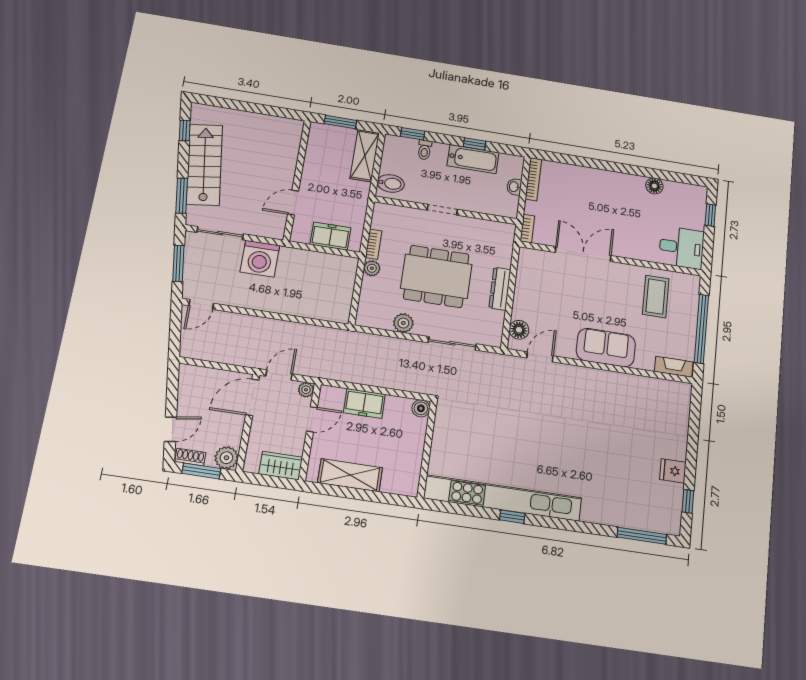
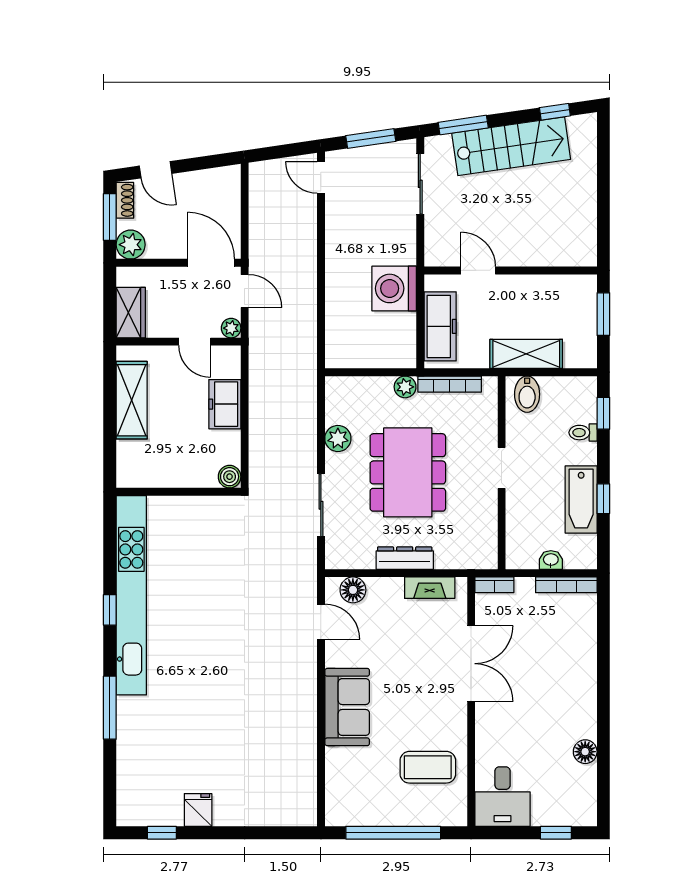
shelving: (365, 156) -> (526, 354), moved
freezer: (330, 236) -> (440, 326), width x1.40
bookcase: (373, 244) -> (450, 384), width x1.56
washing machine: (260, 259) -> (394, 288), moved
fireplace: (674, 367) -> (430, 588), moved, turned 90
window: (642, 536) -> (110, 708), moved

